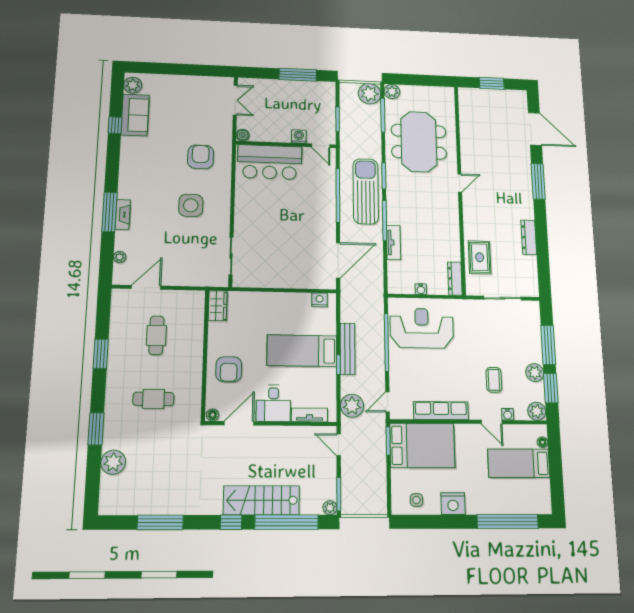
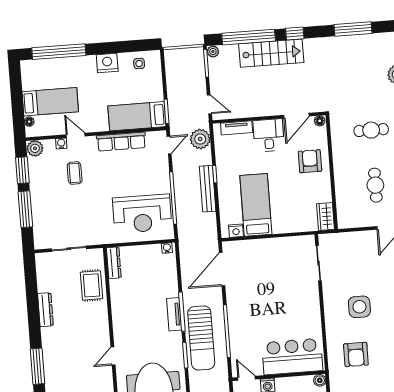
tv unit: (394, 243) -> (174, 314), moved
water cooler: (421, 289) -> (167, 248), moved
bed: (302, 351) -> (256, 205), moved, turned -90
plant: (535, 373) -> (37, 183), removed
bed: (422, 445) -> (137, 116), width x0.67

